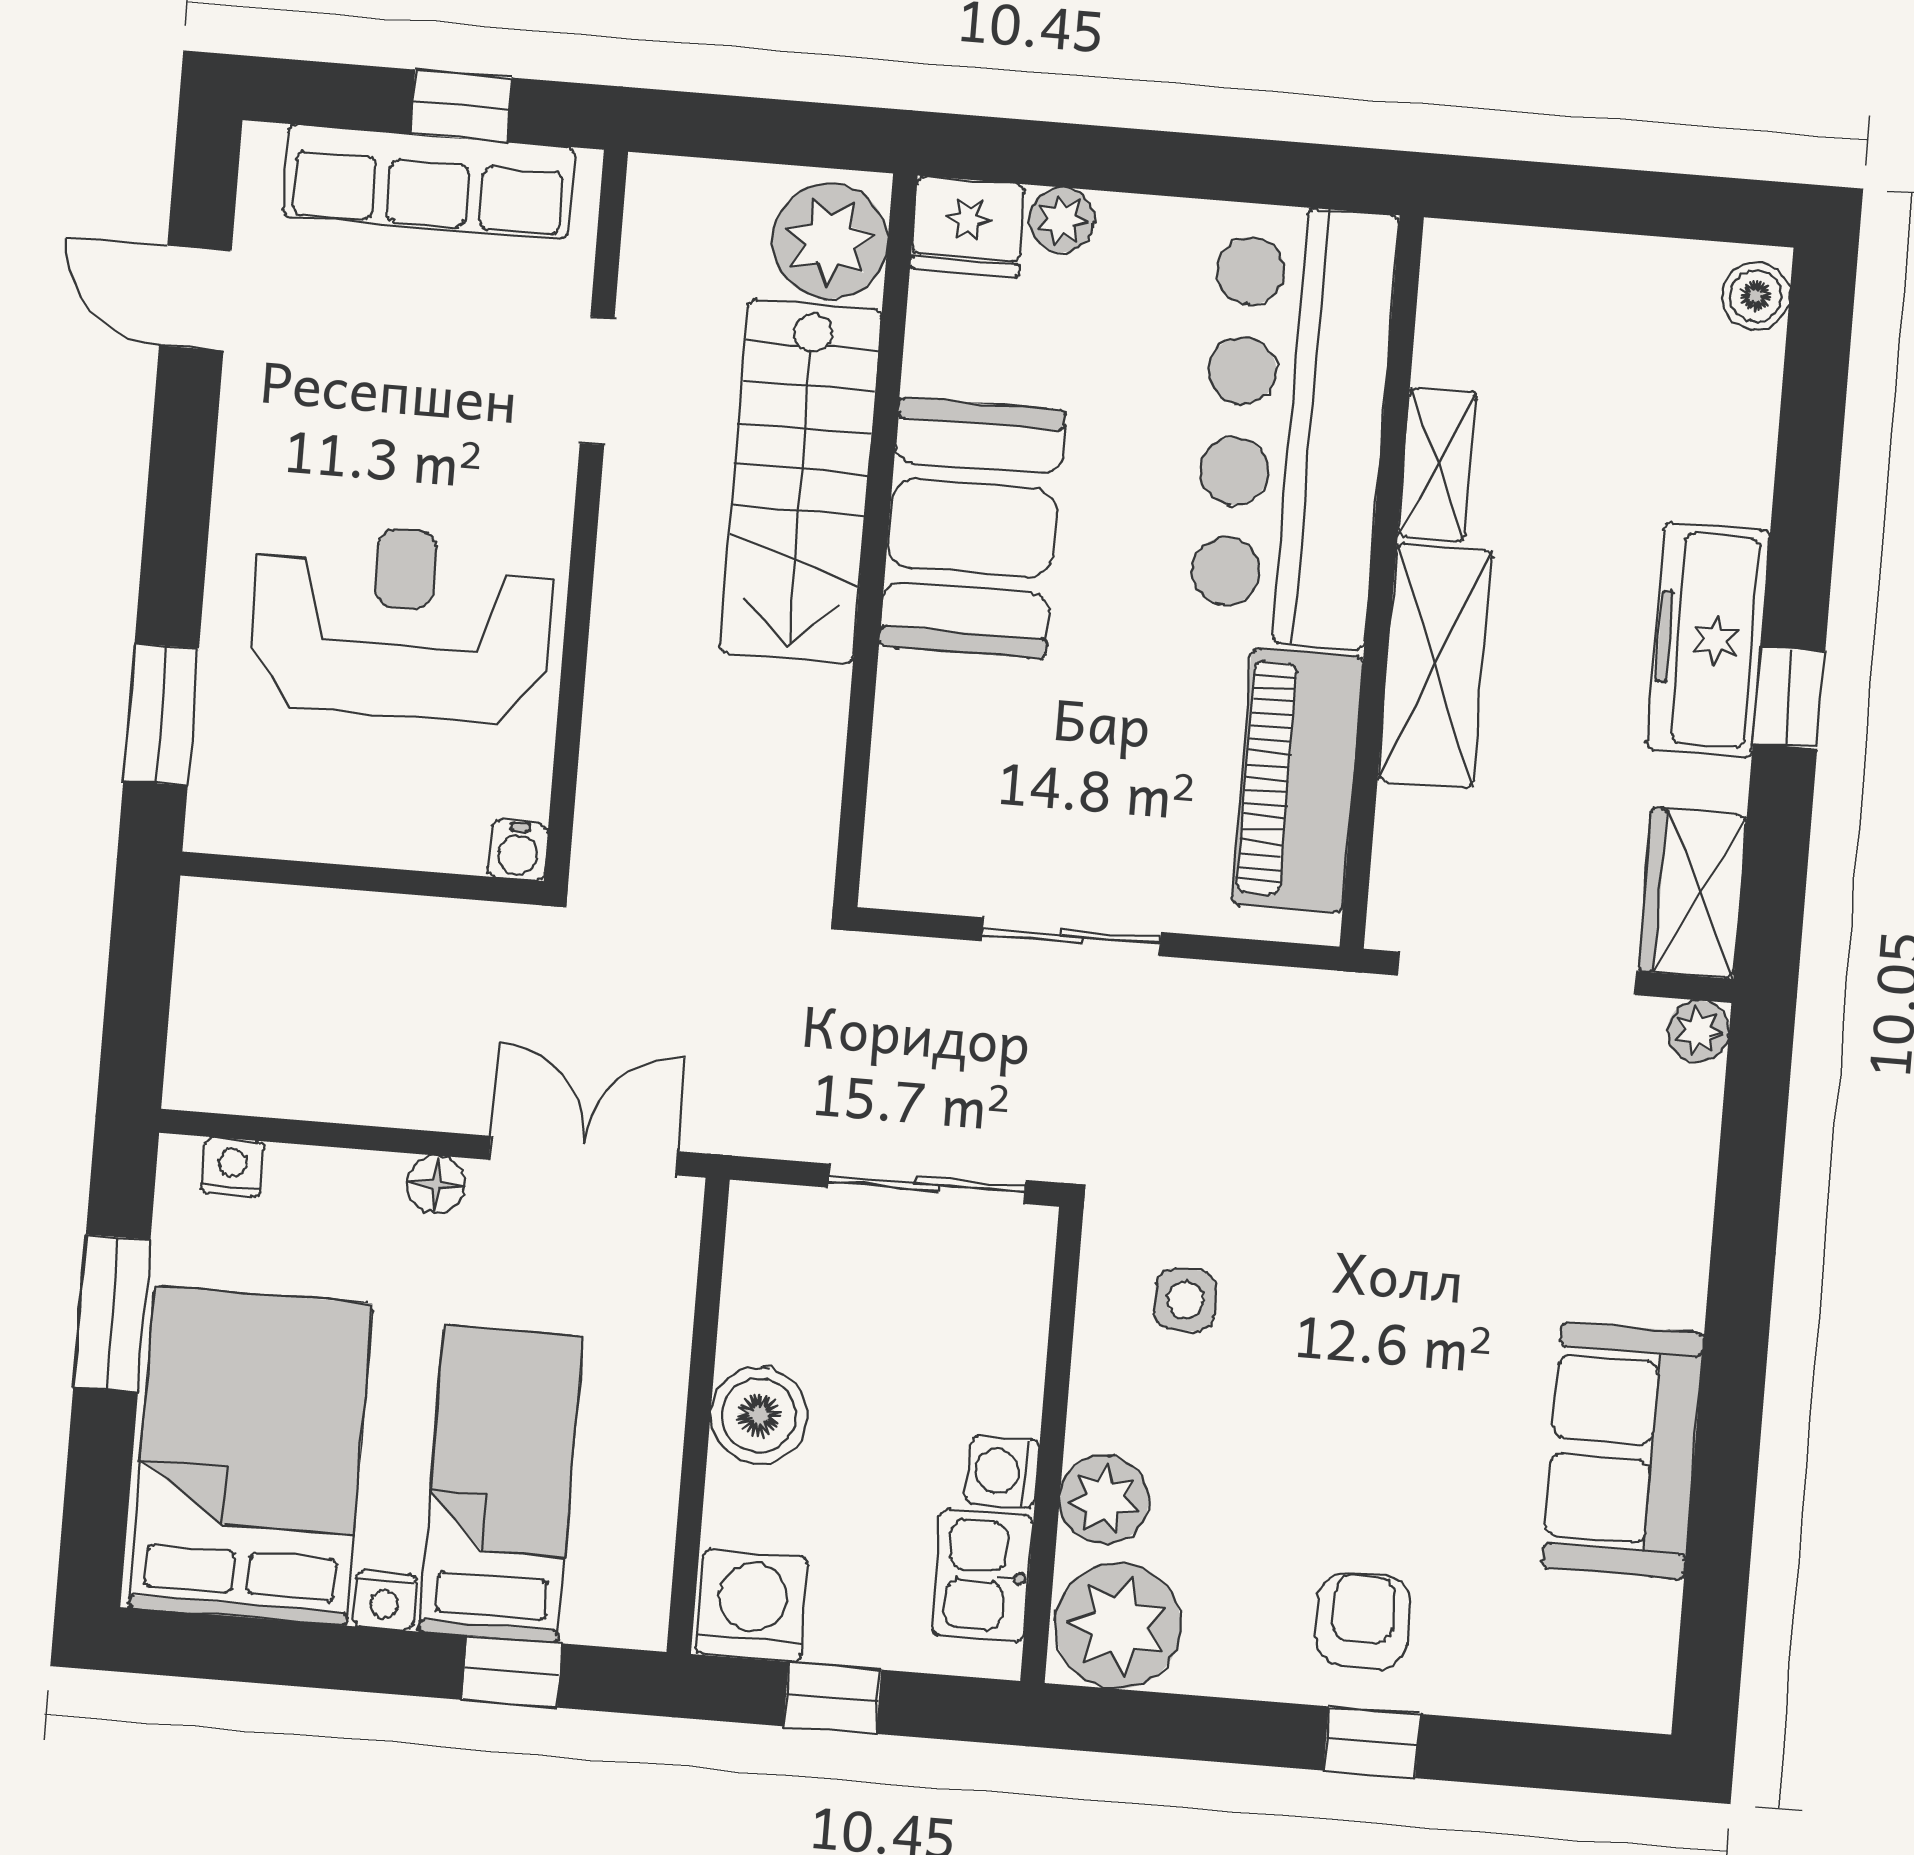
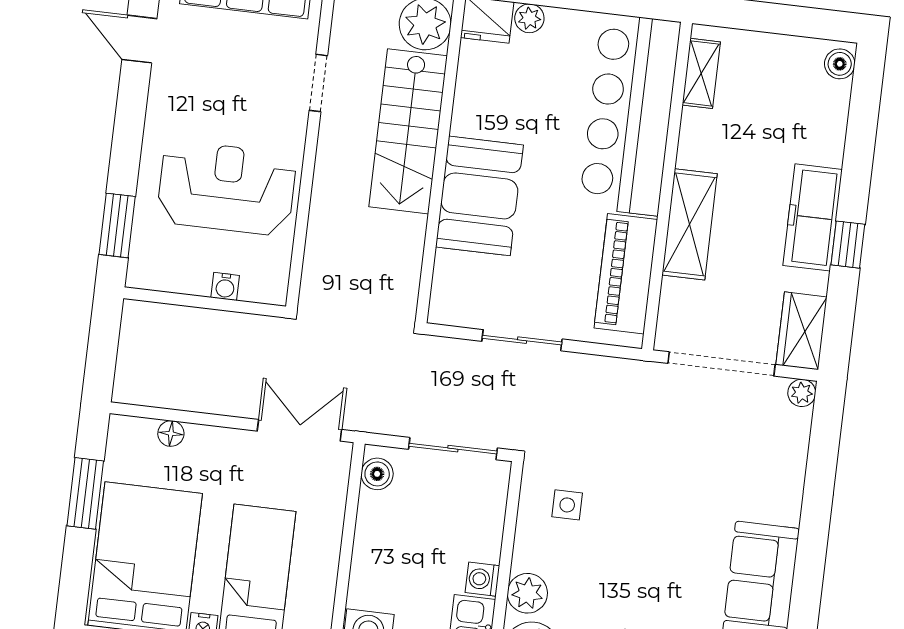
shelving: (1437, 464) -> (701, 73), moved
booth: (972, 528) -> (479, 196), moved
water cooler: (518, 851) -> (225, 286), moved
nightstand: (233, 1167) -> (142, 430), removed
floor lamp: (436, 1185) -> (171, 434), moved
boiler: (759, 1415) -> (377, 474), moved, width x0.73, depth x0.73

